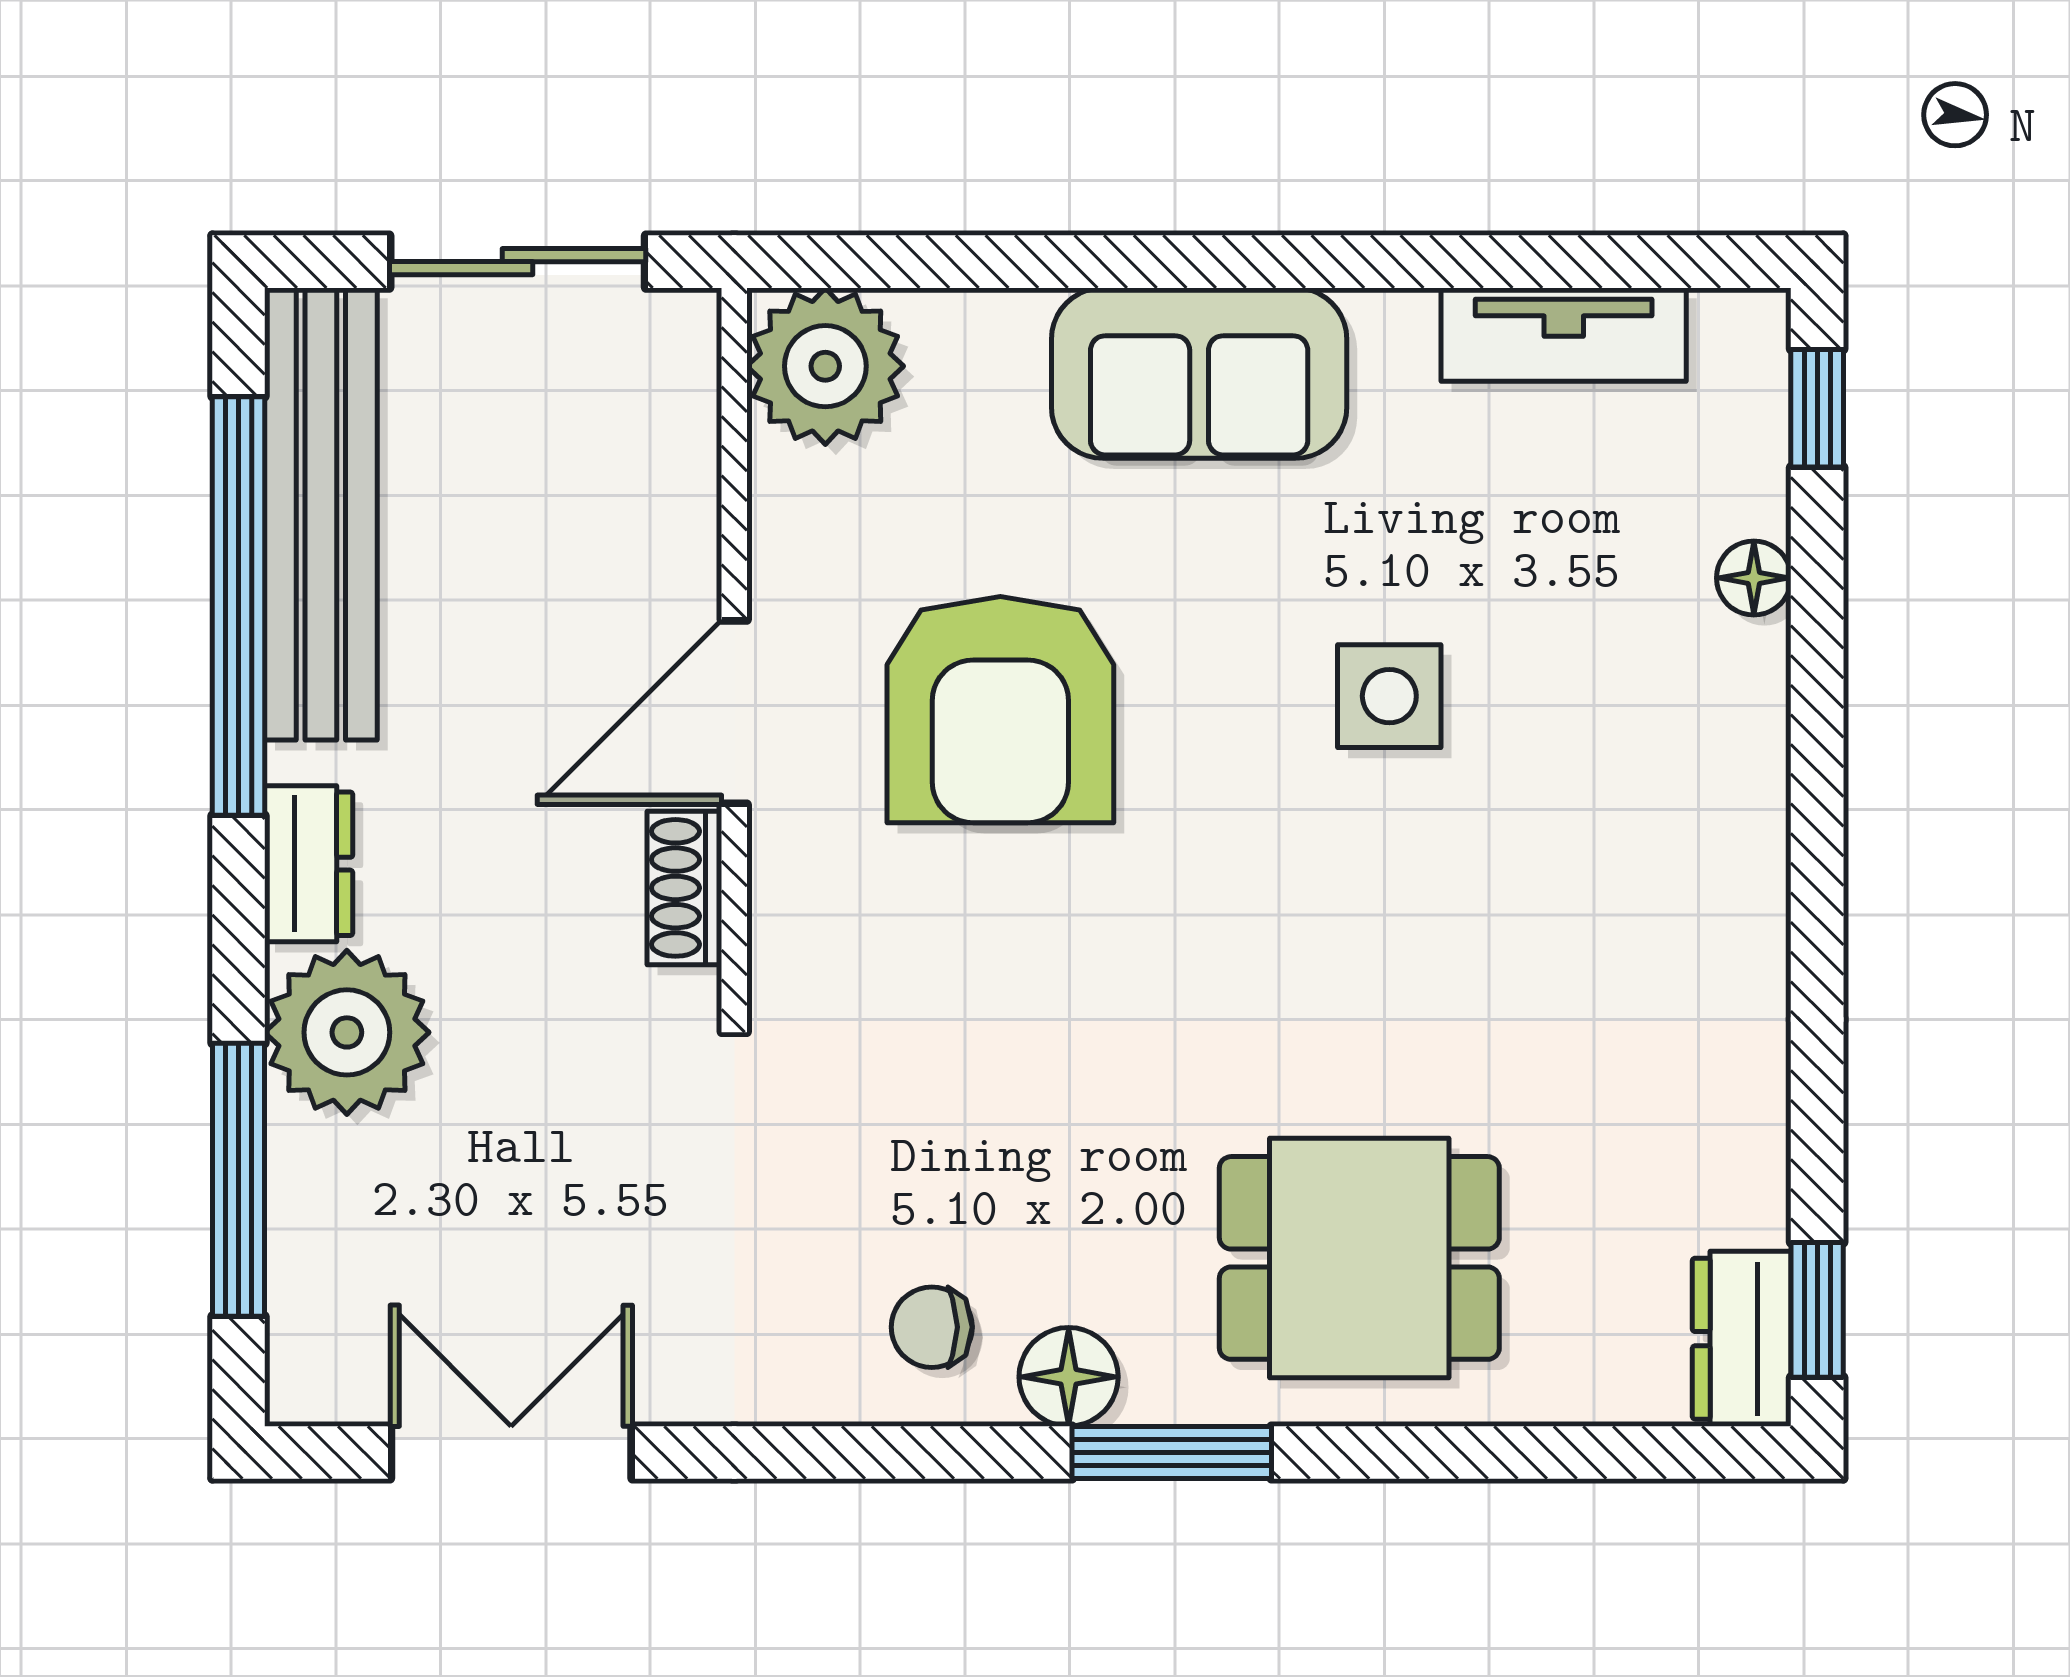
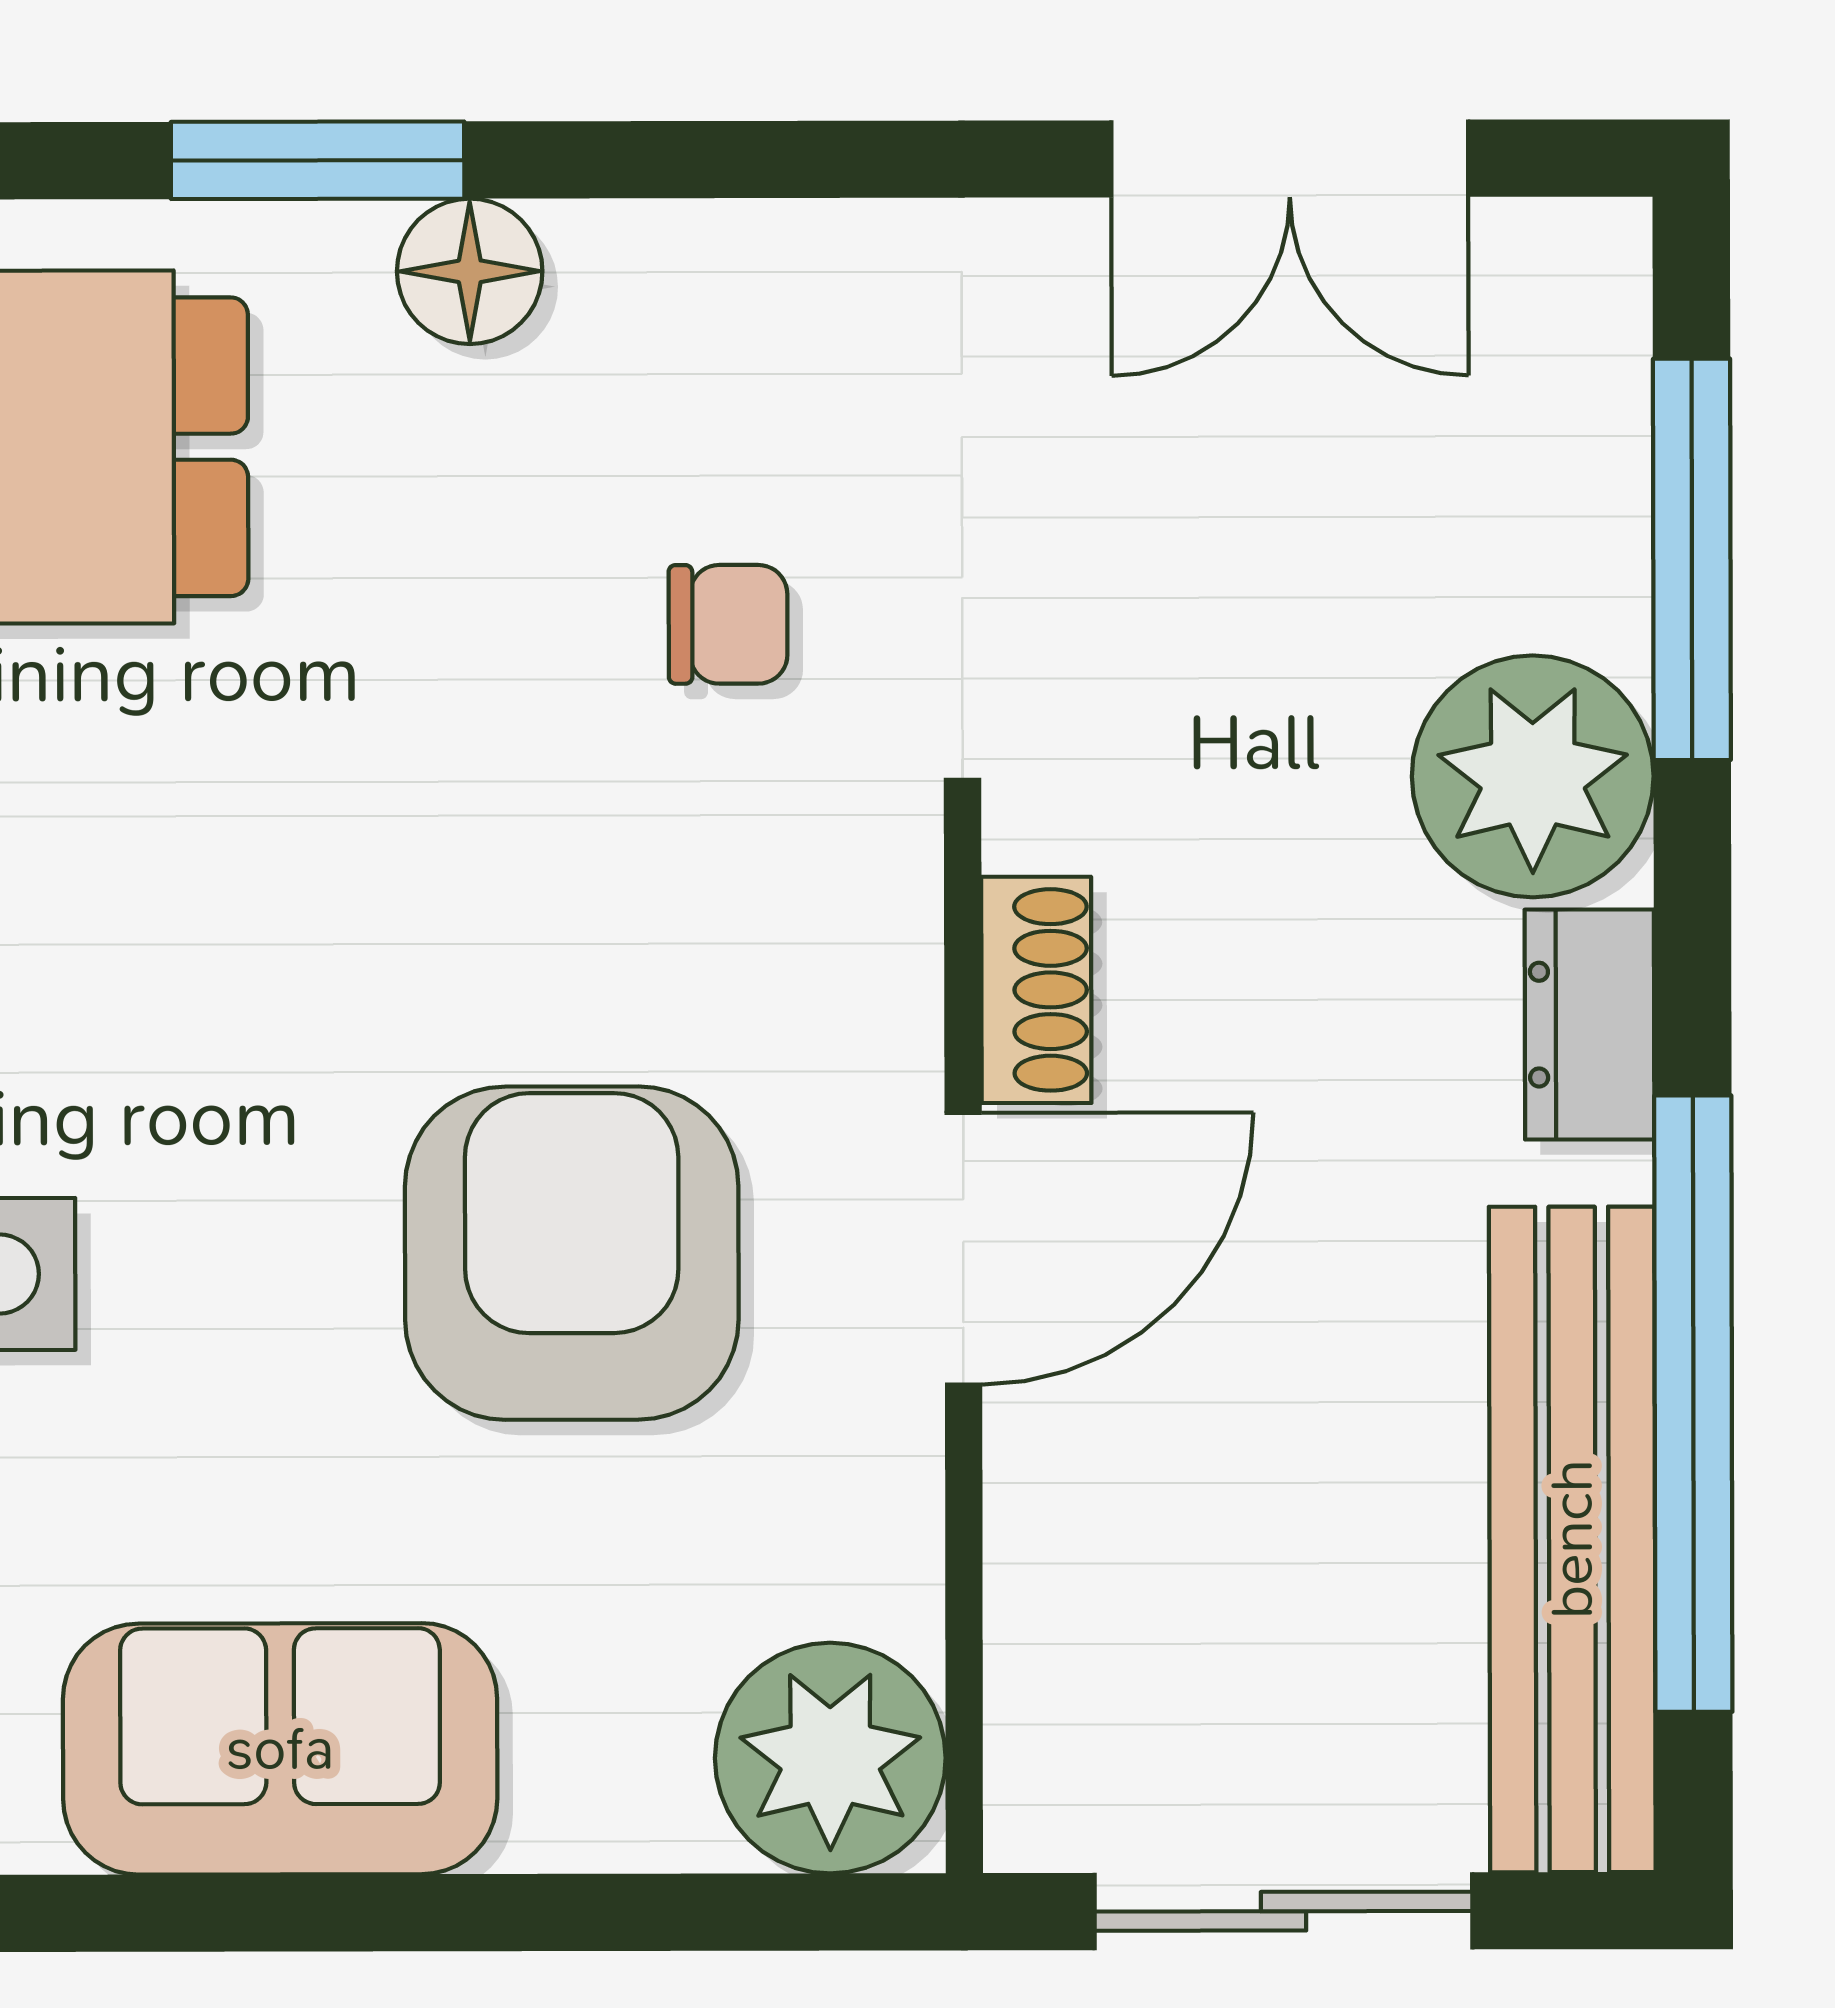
chair: (932, 1327) -> (728, 624), moved

